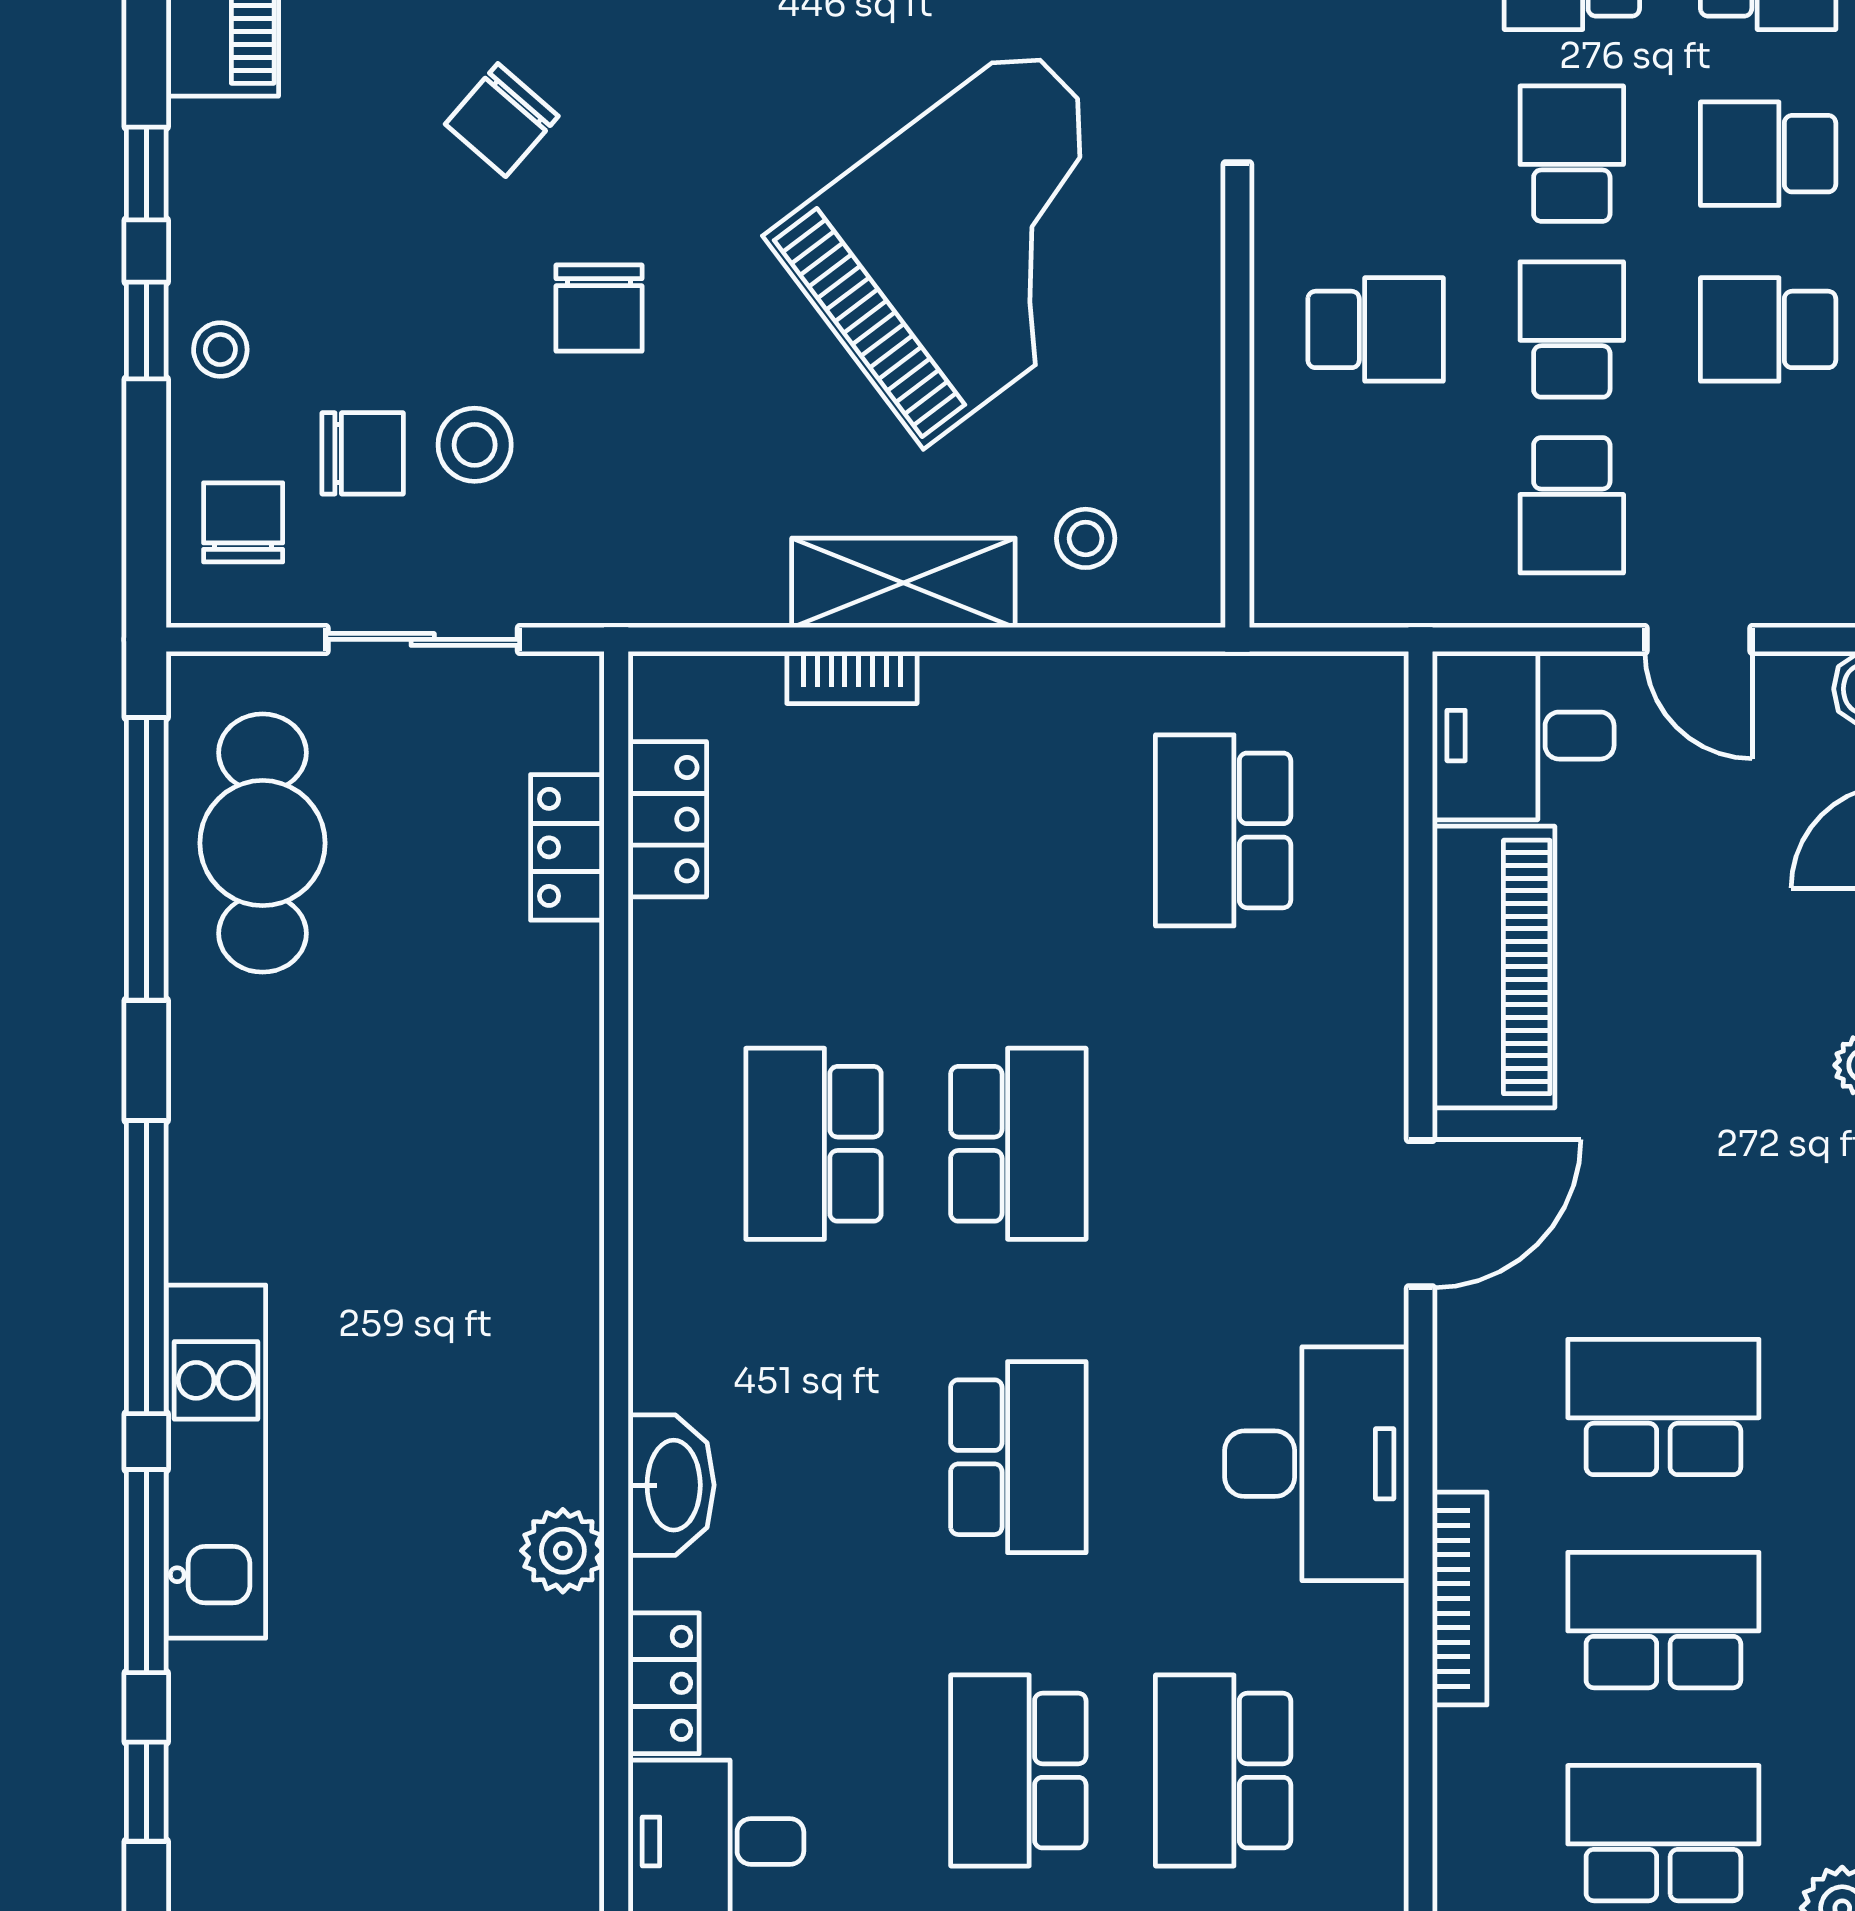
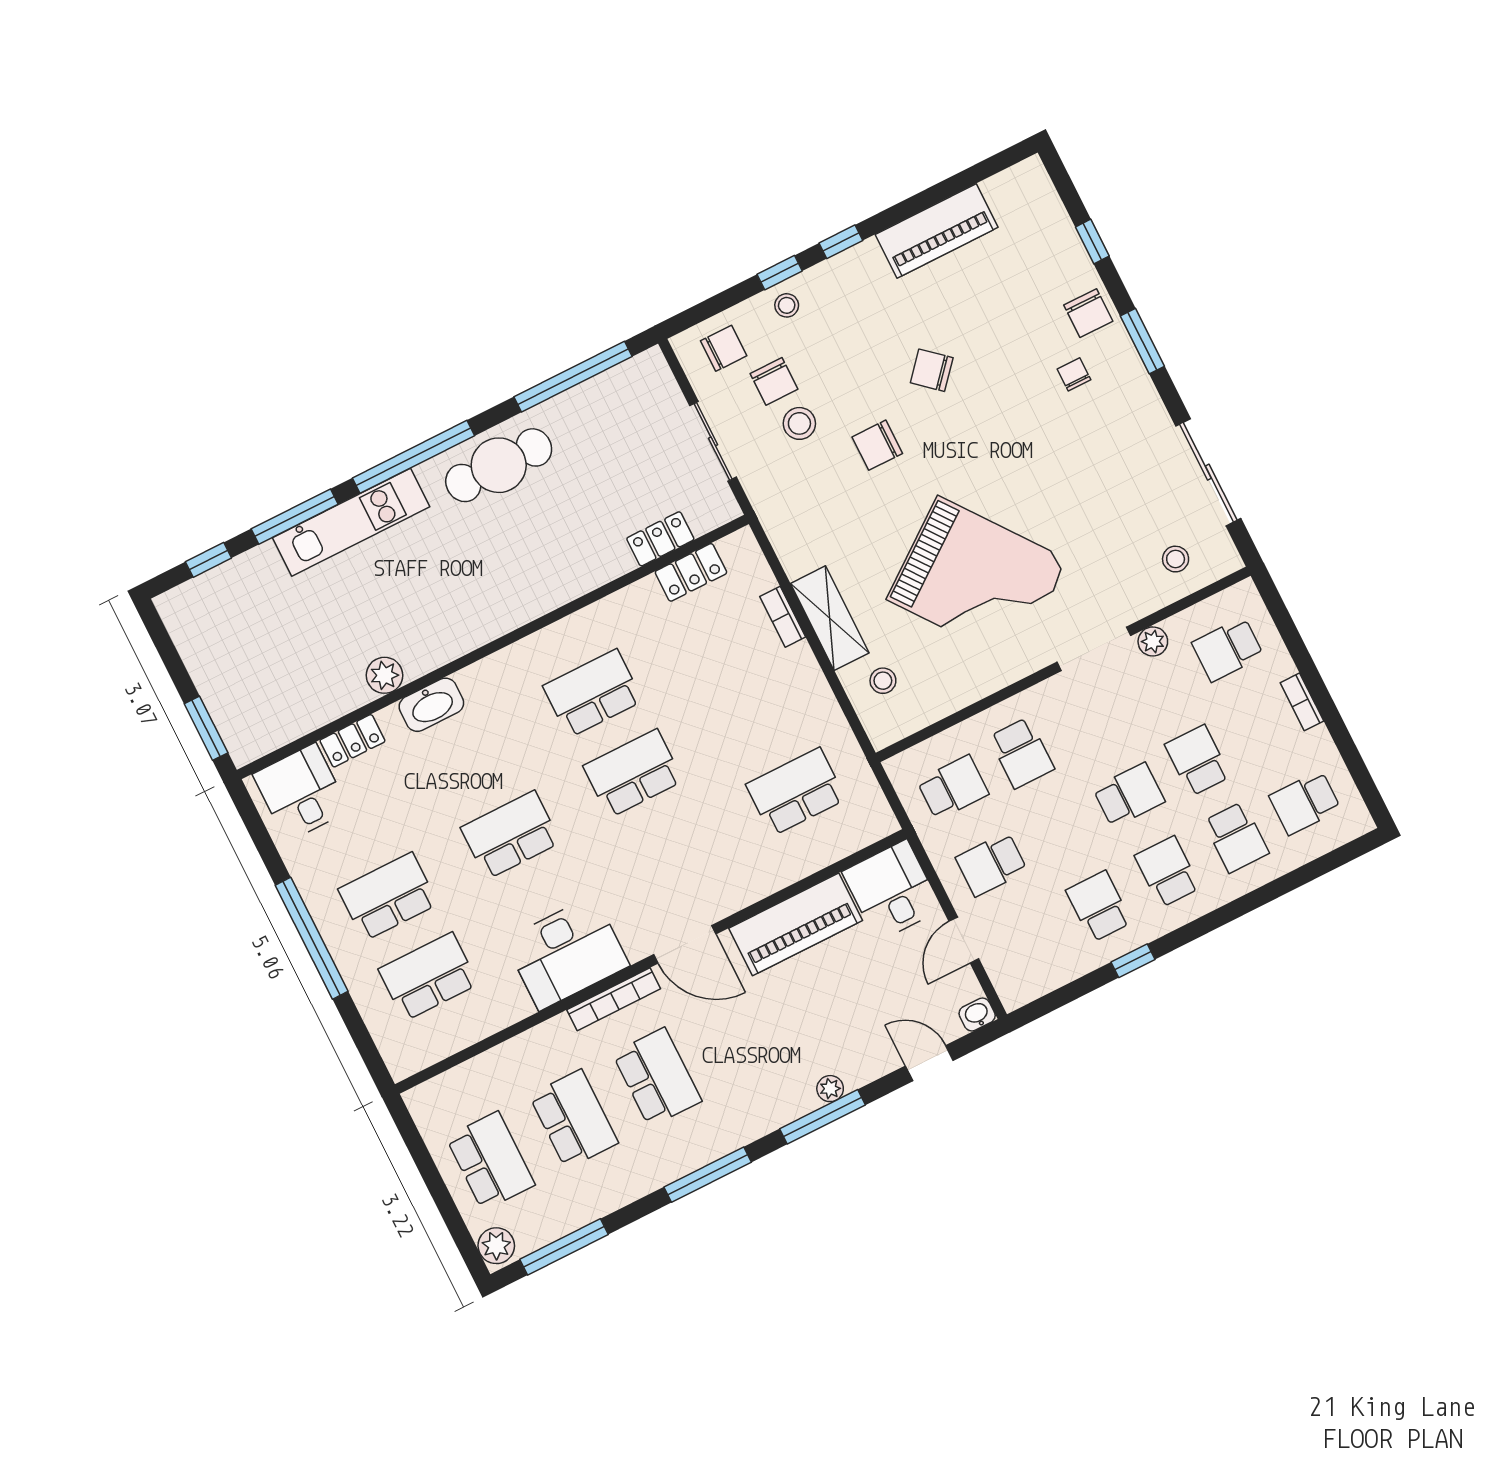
school desk: (1572, 329) -> (953, 787), moved
cafe table: (263, 843) -> (499, 465), moved
school desk: (1018, 1144) -> (633, 773), turned 180
school desk: (1018, 1457) -> (511, 835), turned 180
bookcase: (1460, 1598) -> (614, 999), moved

